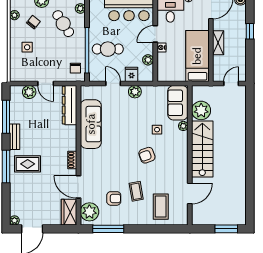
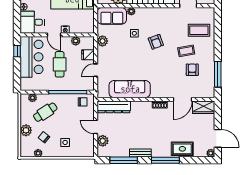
cafe table: (108, 49) -> (60, 64), moved
door: (46, 83) -> (96, 127), swing flipped
plant: (135, 92) -> (102, 41), moved
rug: (28, 164) -> (182, 149), moved, turned 90
plant: (89, 212) -> (203, 90), removed

